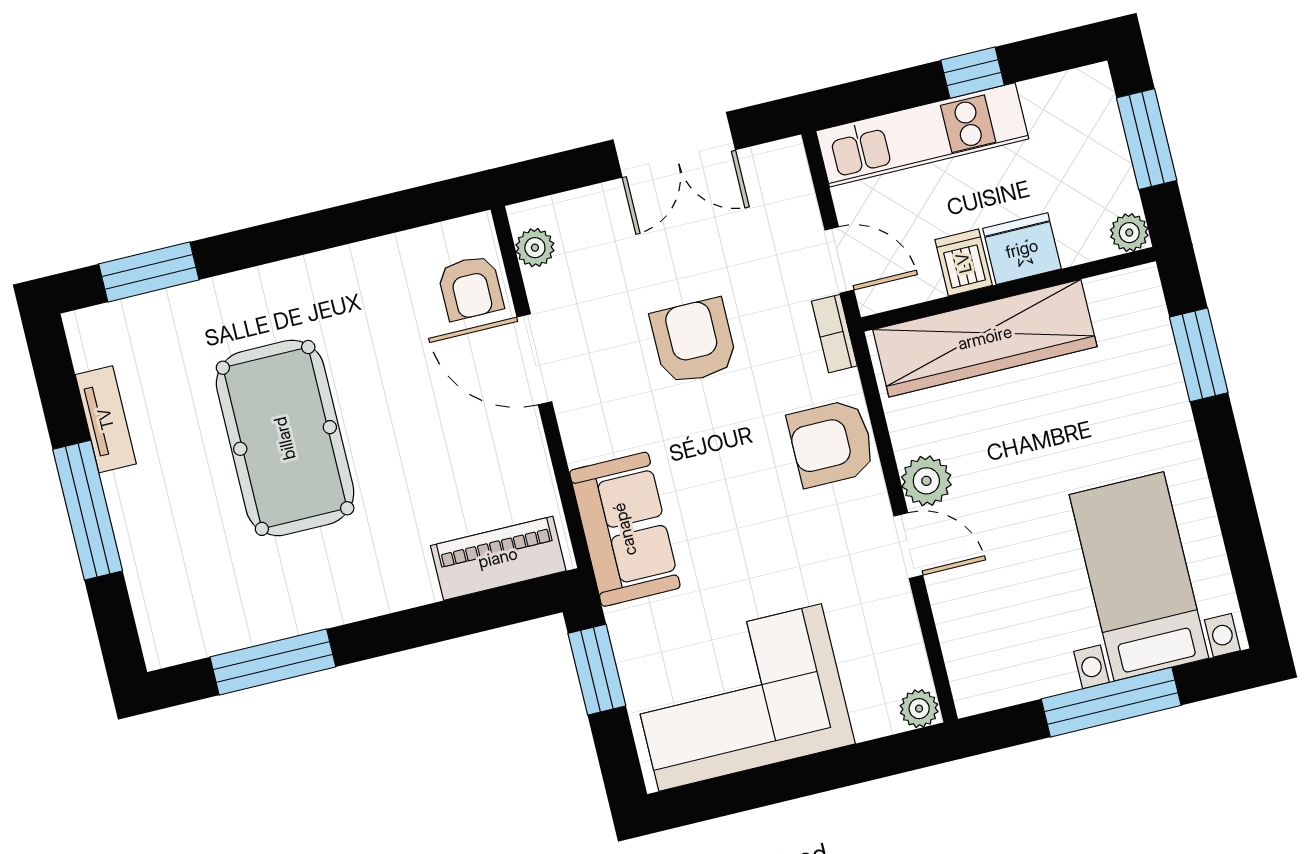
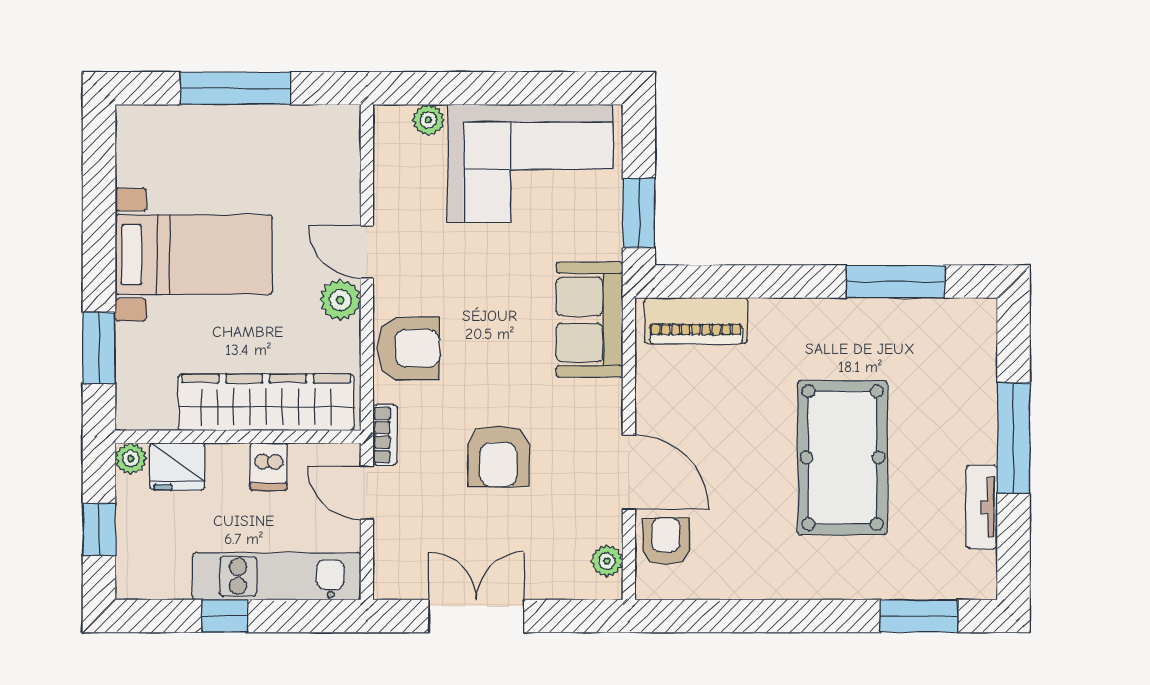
window: (1147, 139) -> (99, 529), width x0.67
fridge: (1022, 249) -> (177, 466), moved
bed with nightstands: (1139, 576) -> (194, 255), moved, turned -90
plant: (919, 709) -> (428, 120), moved

